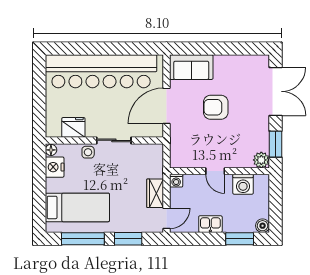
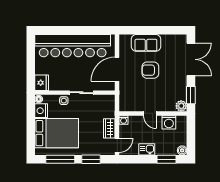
sofa: (191, 67) -> (146, 43), moved
fridge: (73, 127) -> (42, 83), moved, turned 90
bed: (77, 207) -> (57, 133), width x1.50

